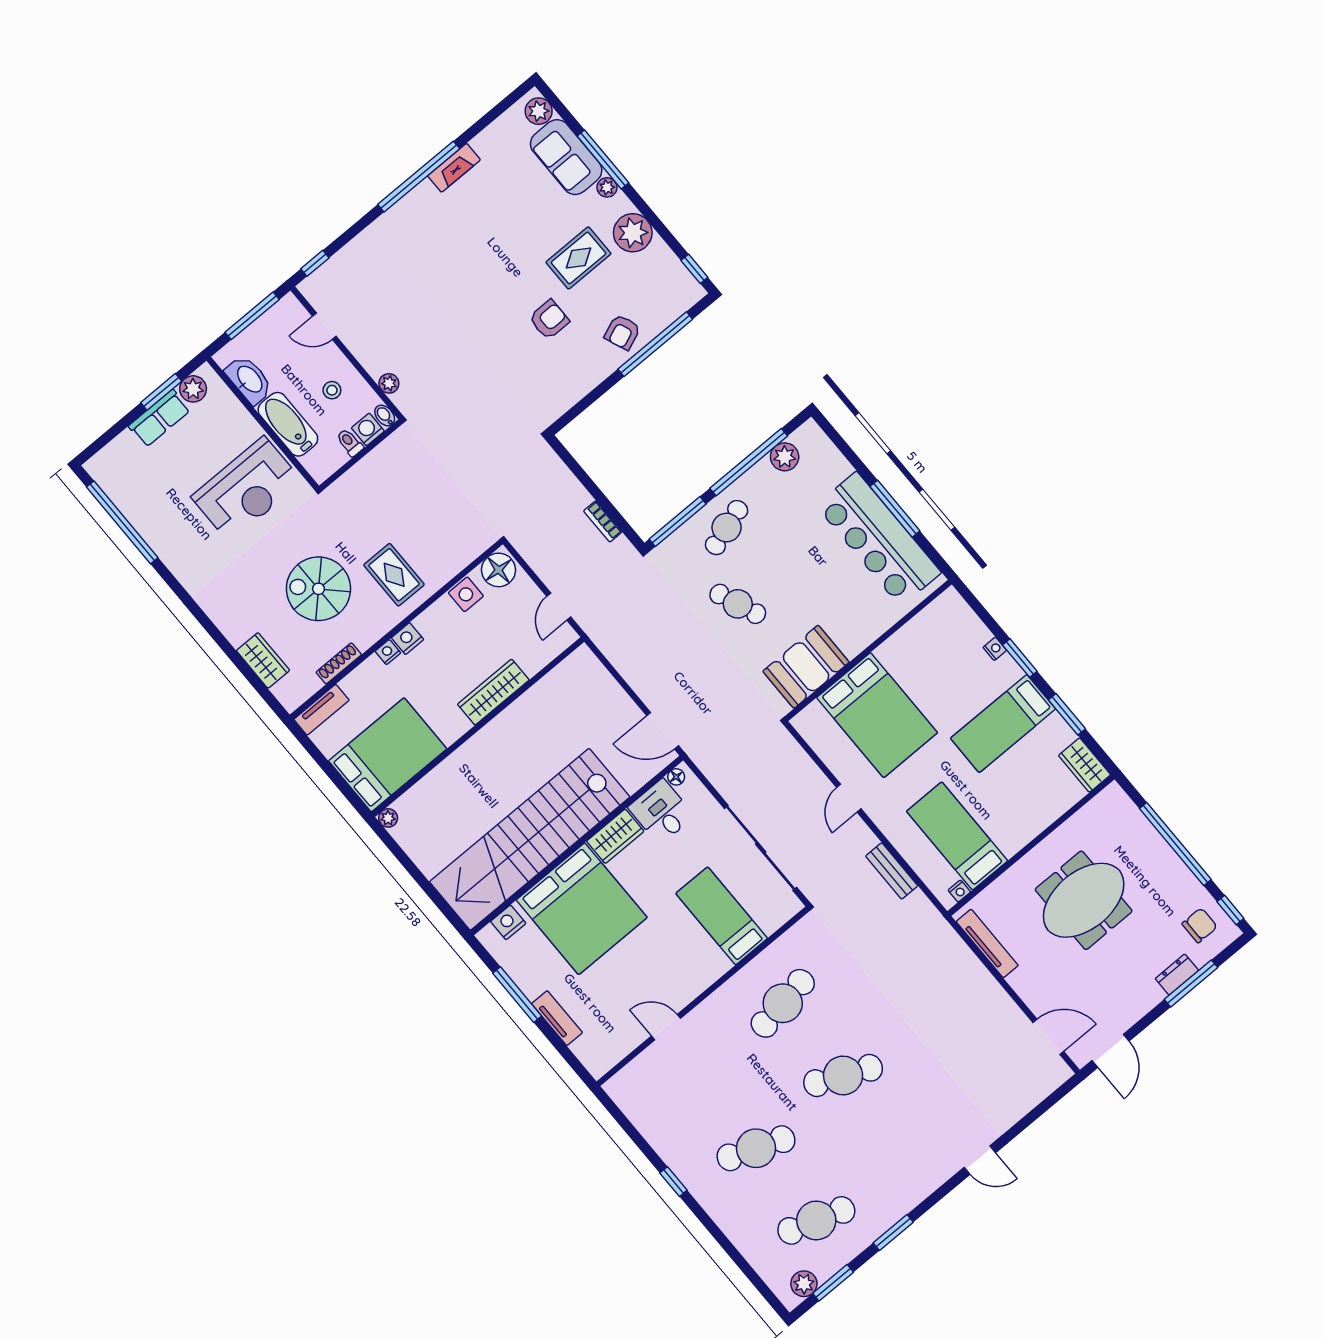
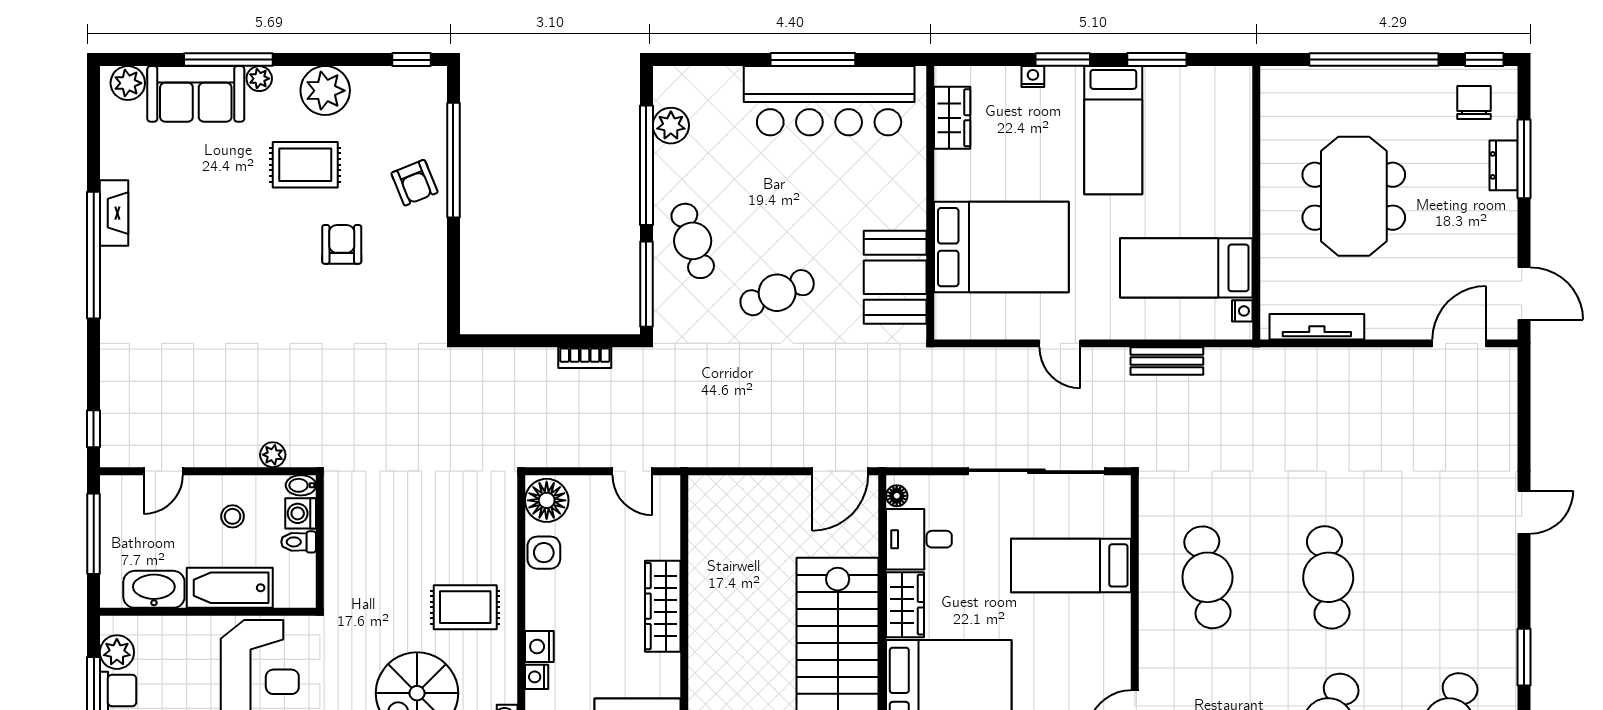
rug: (578, 258) -> (305, 165), turned 90
wardrobe: (1085, 765) -> (952, 118), moved, turned -90
cafe table: (843, 1075) -> (1328, 577), turned -30

